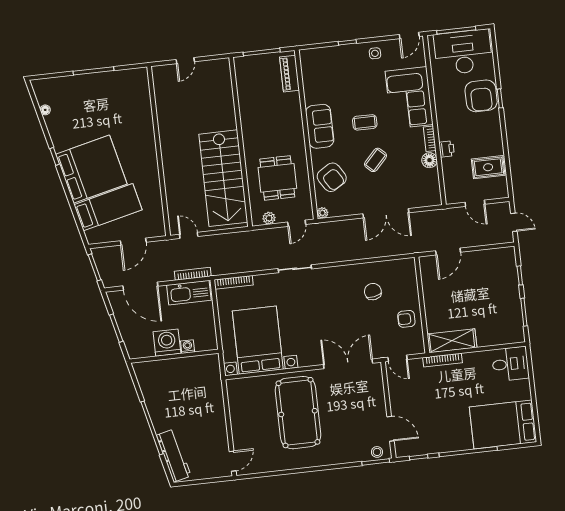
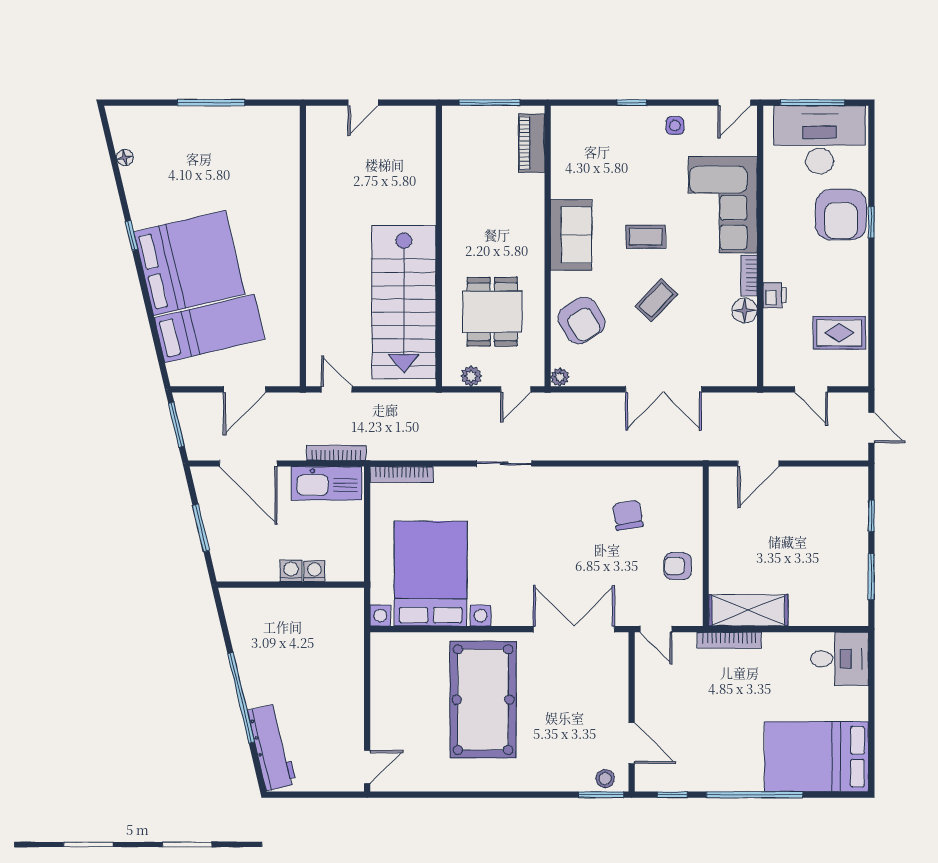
washing machine: (167, 343) -> (291, 571), width x0.53, depth x0.53

